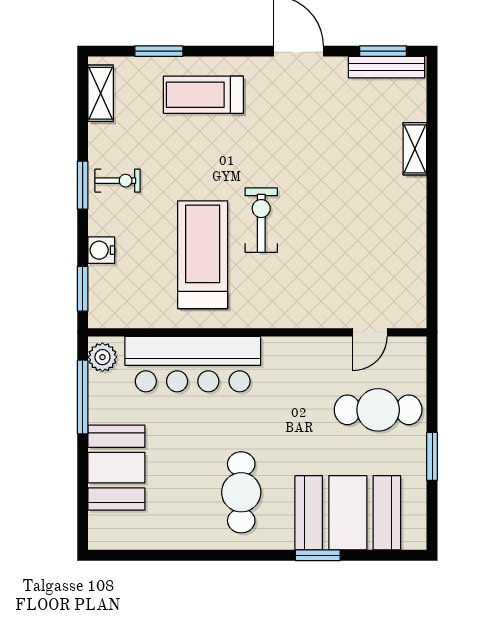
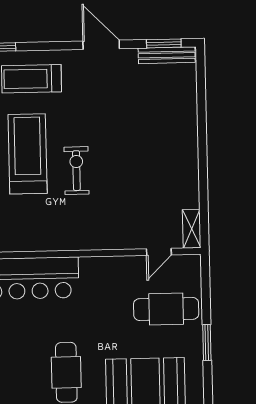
shelving: (415, 149) -> (192, 229), moved
treadmill: (203, 255) -> (28, 154), moved

